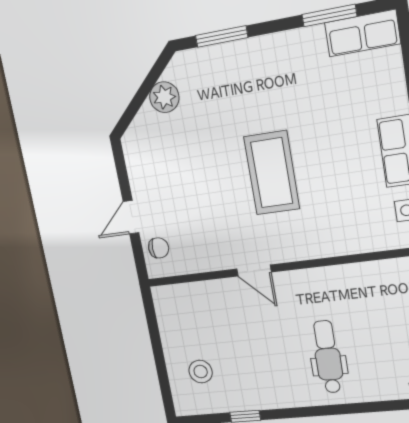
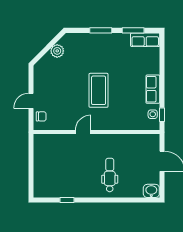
window: (222, 37) -> (101, 30), moved
door: (254, 270) -> (83, 132), swing flipped
stool: (201, 372) -> (50, 177), removed

